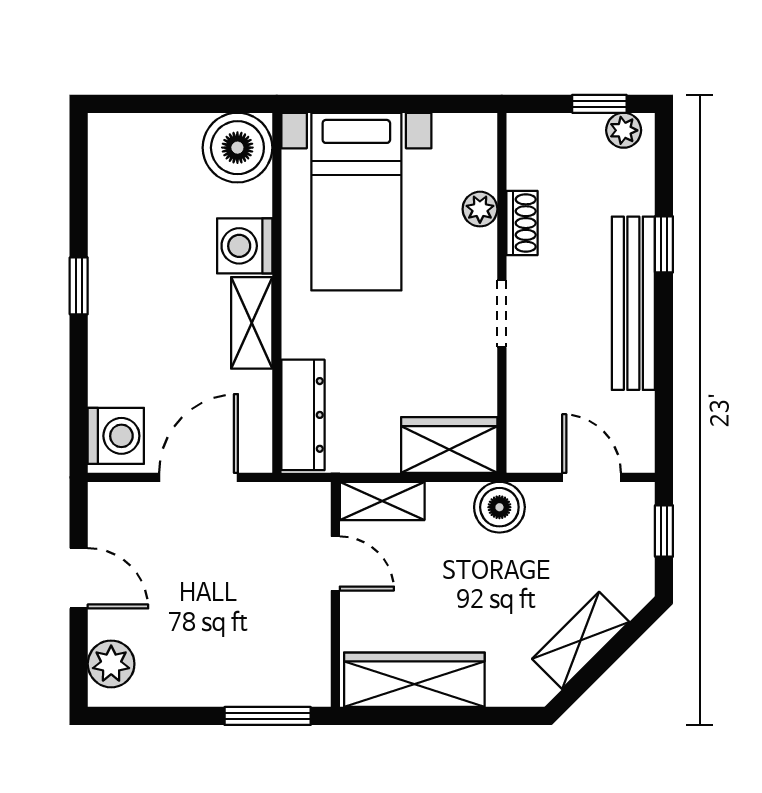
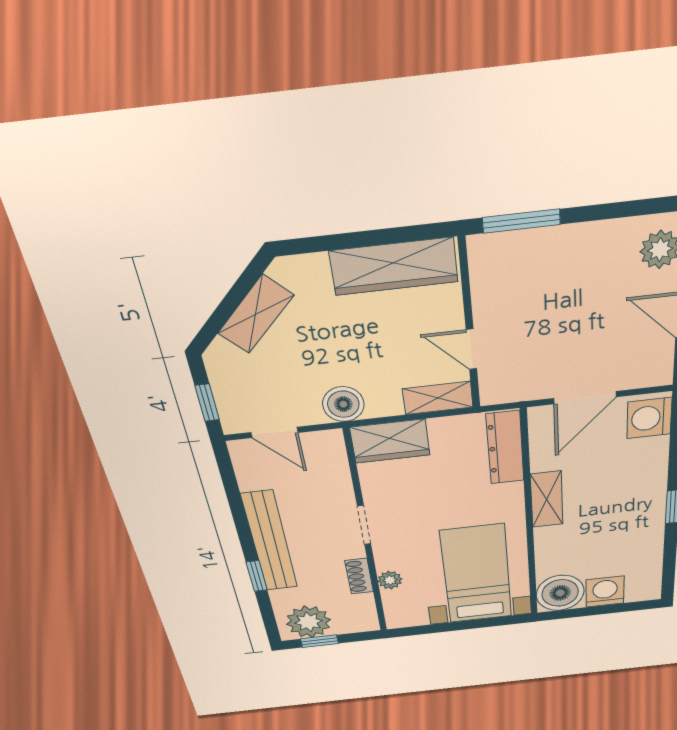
plant: (624, 130) -> (309, 622), width x1.88, depth x1.88
washing machine: (245, 246) -> (605, 592), moved, turned -90

